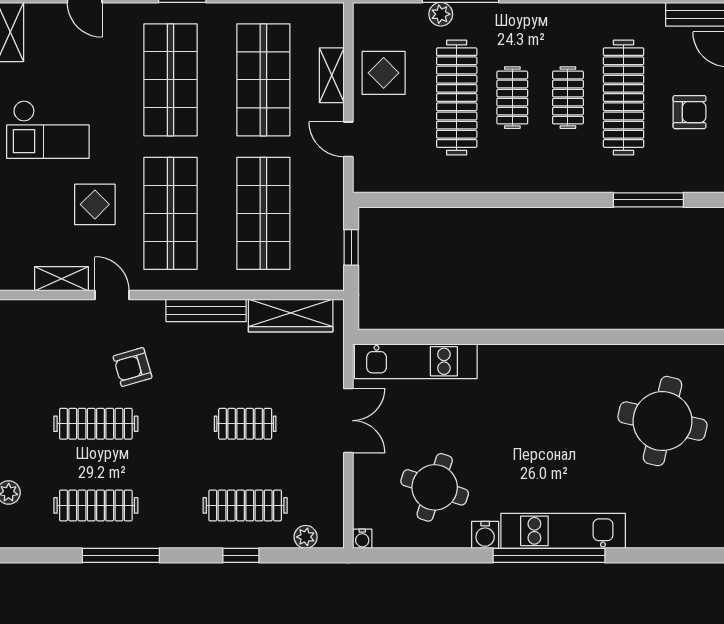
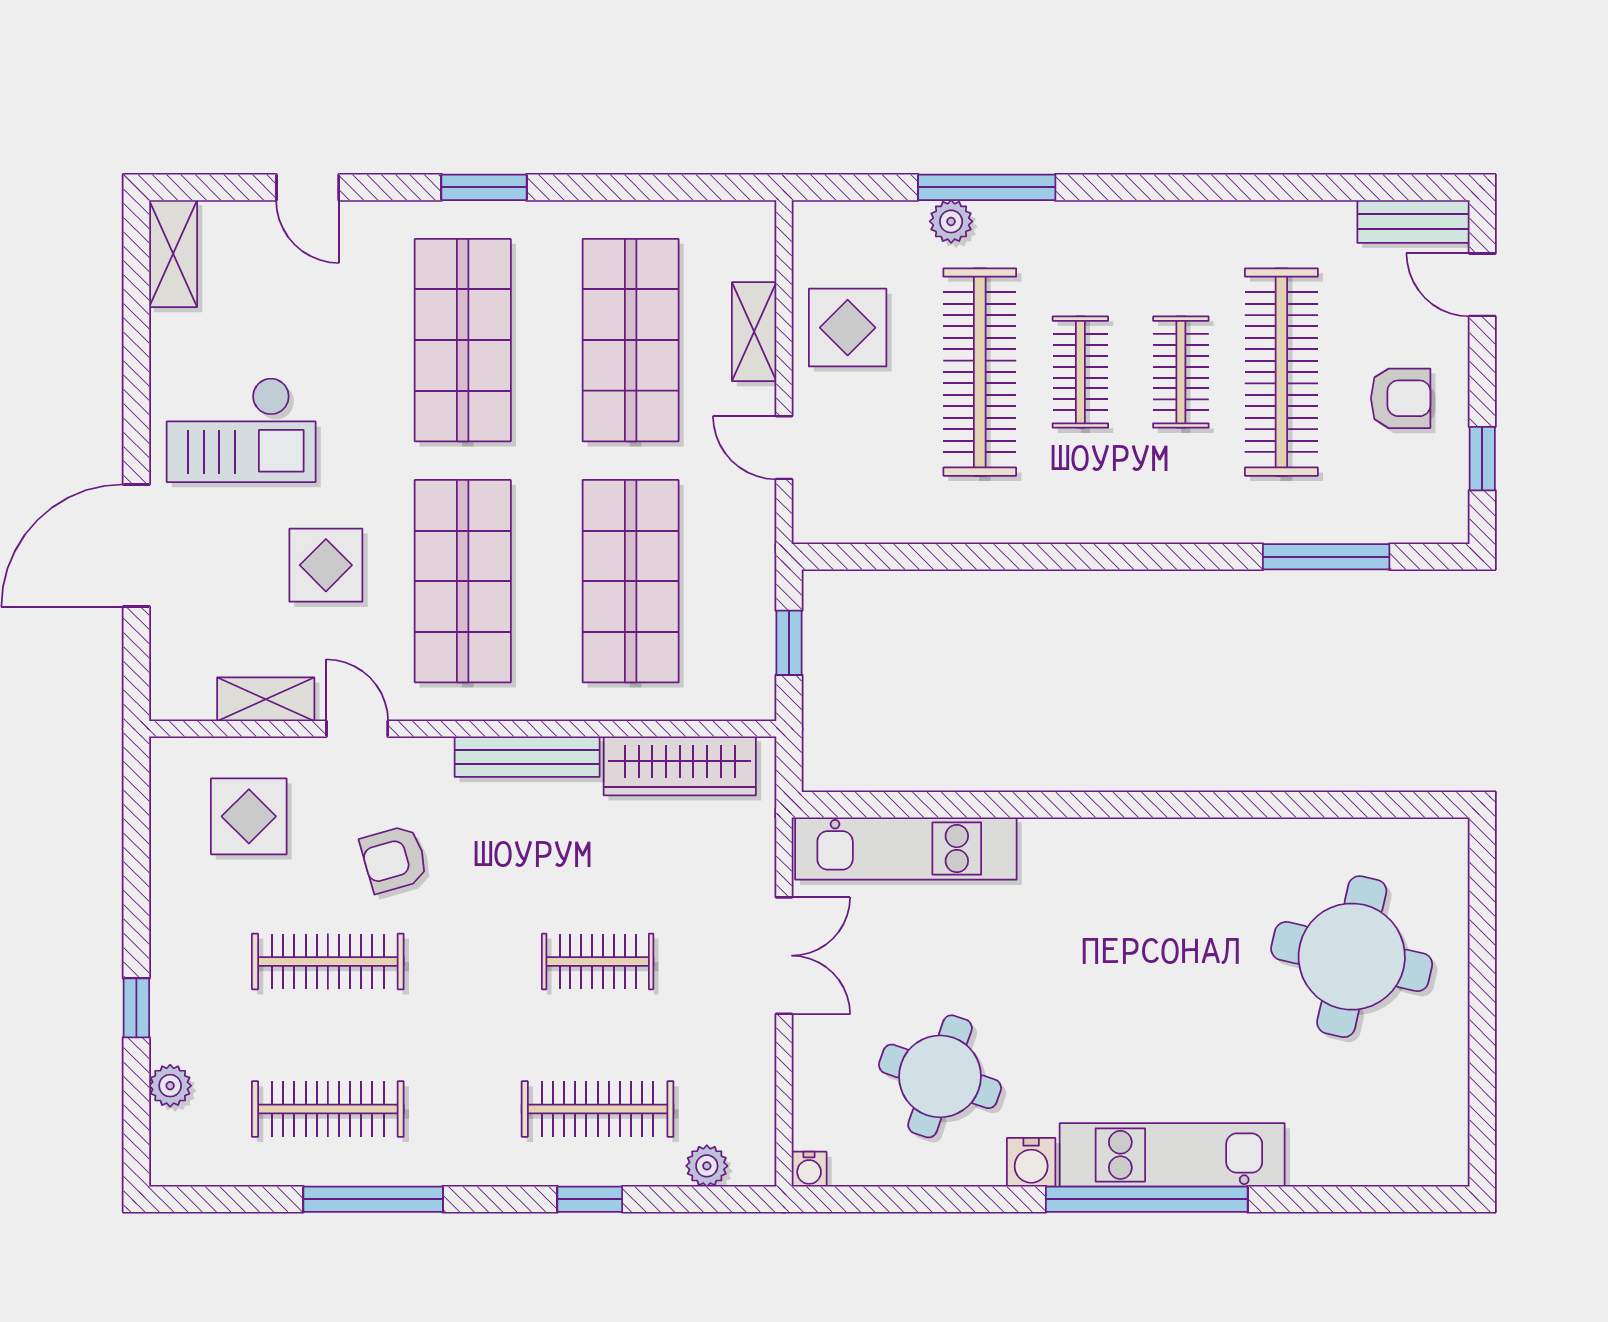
display table: (52, 343) -> (249, 816), added

